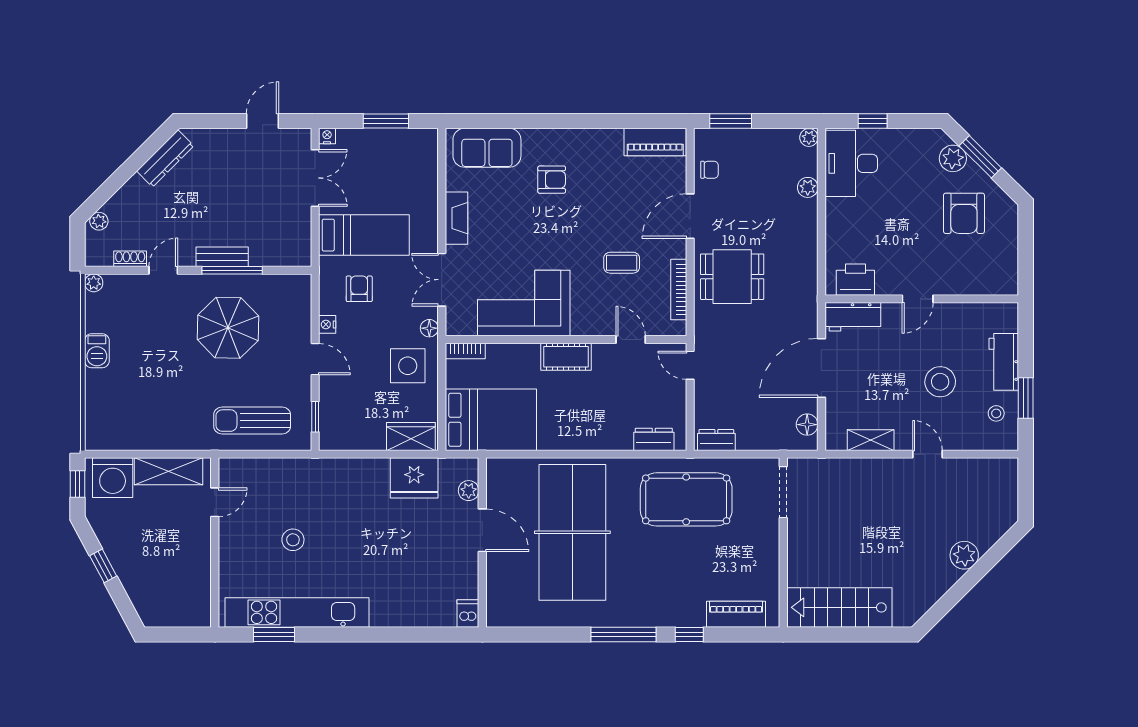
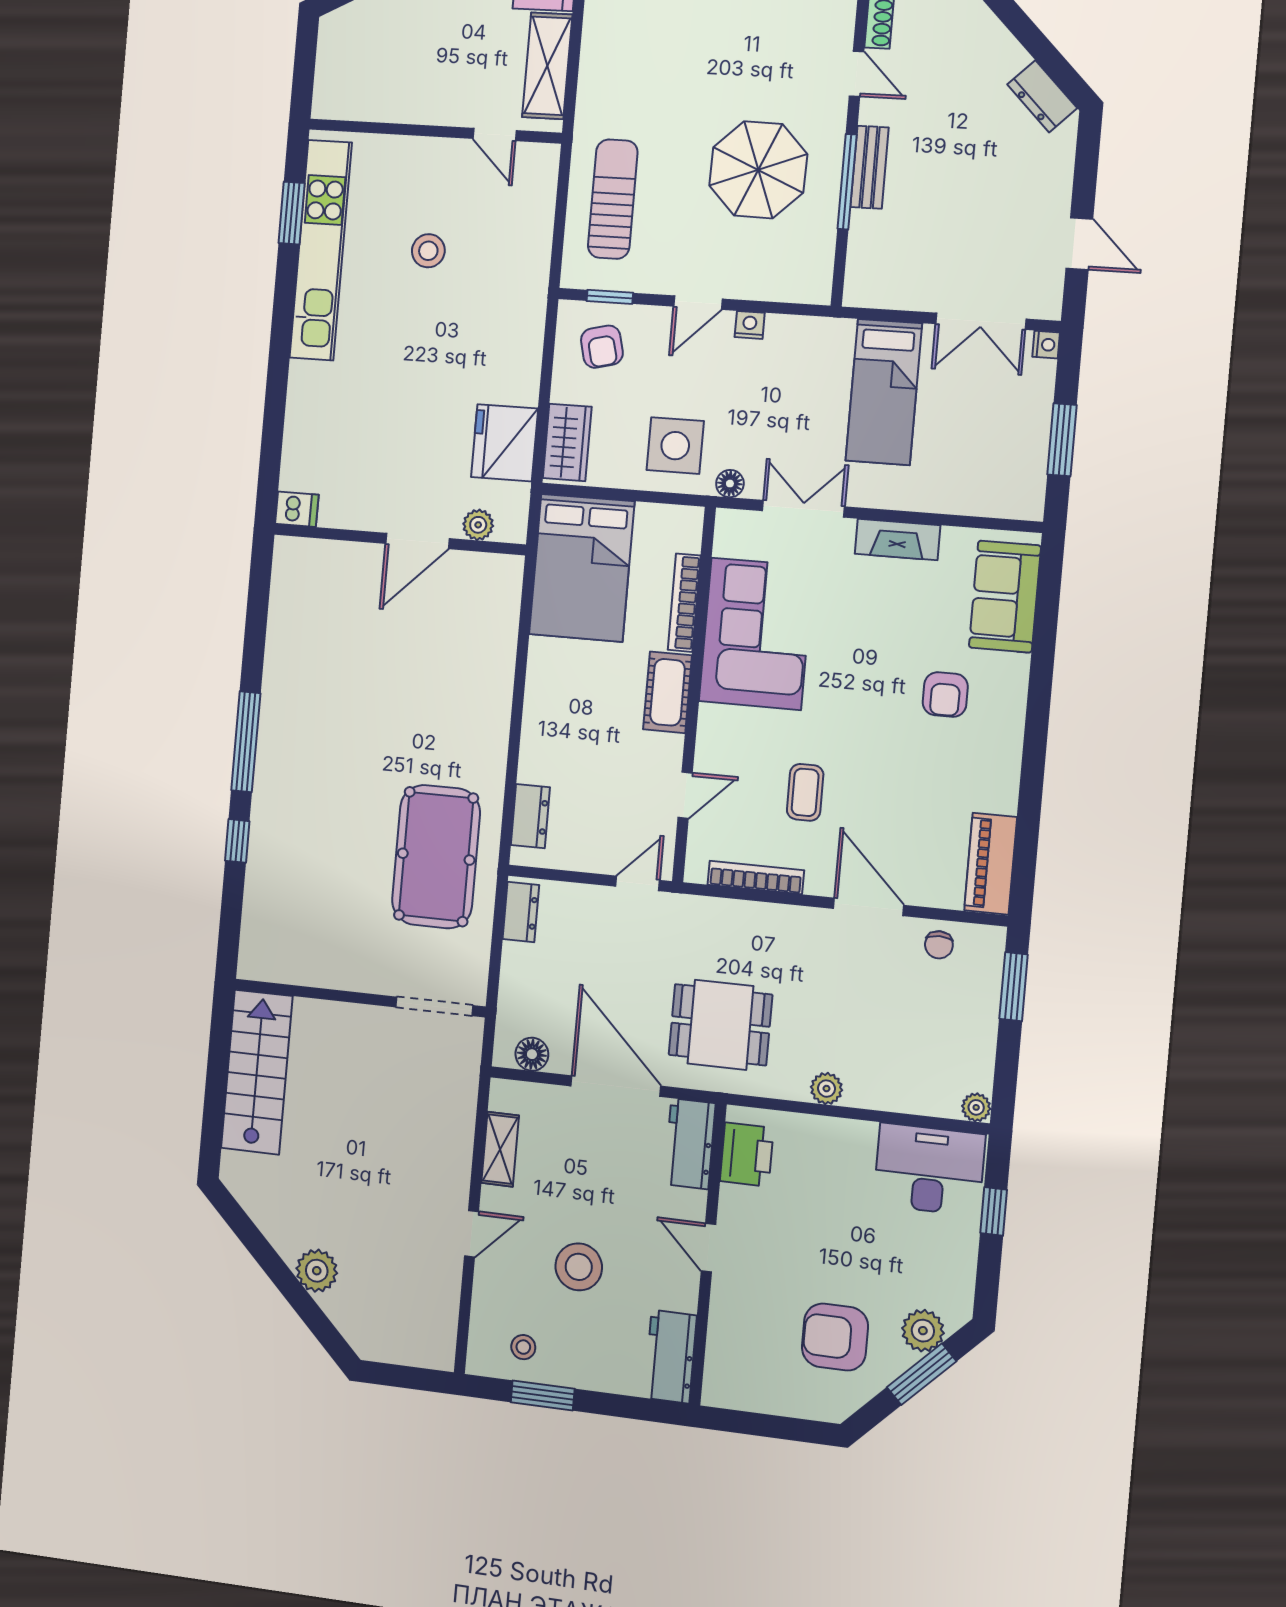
dresser: (165, 158) -> (1042, 96), width x0.70
plant: (808, 187) -> (826, 1089), moved
dining table: (732, 277) -> (720, 1025), moved, turned 90
armchair: (359, 289) -> (602, 347), moved, turned 76
bookcase: (465, 351) -> (684, 603), moved, width x1.56
workbench: (1004, 362) -> (670, 1357), moved, turned -90
table tennis table: (572, 532) -> (402, 678), removed
piano: (736, 614) -> (261, 915), removed

